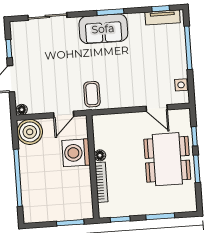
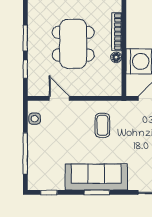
tv unit: (163, 17) -> (48, 184), removed
sofa: (103, 29) -> (96, 177), width x1.36
coffee table: (92, 94) -> (102, 125), moved
dining table: (167, 159) -> (73, 44), moved

